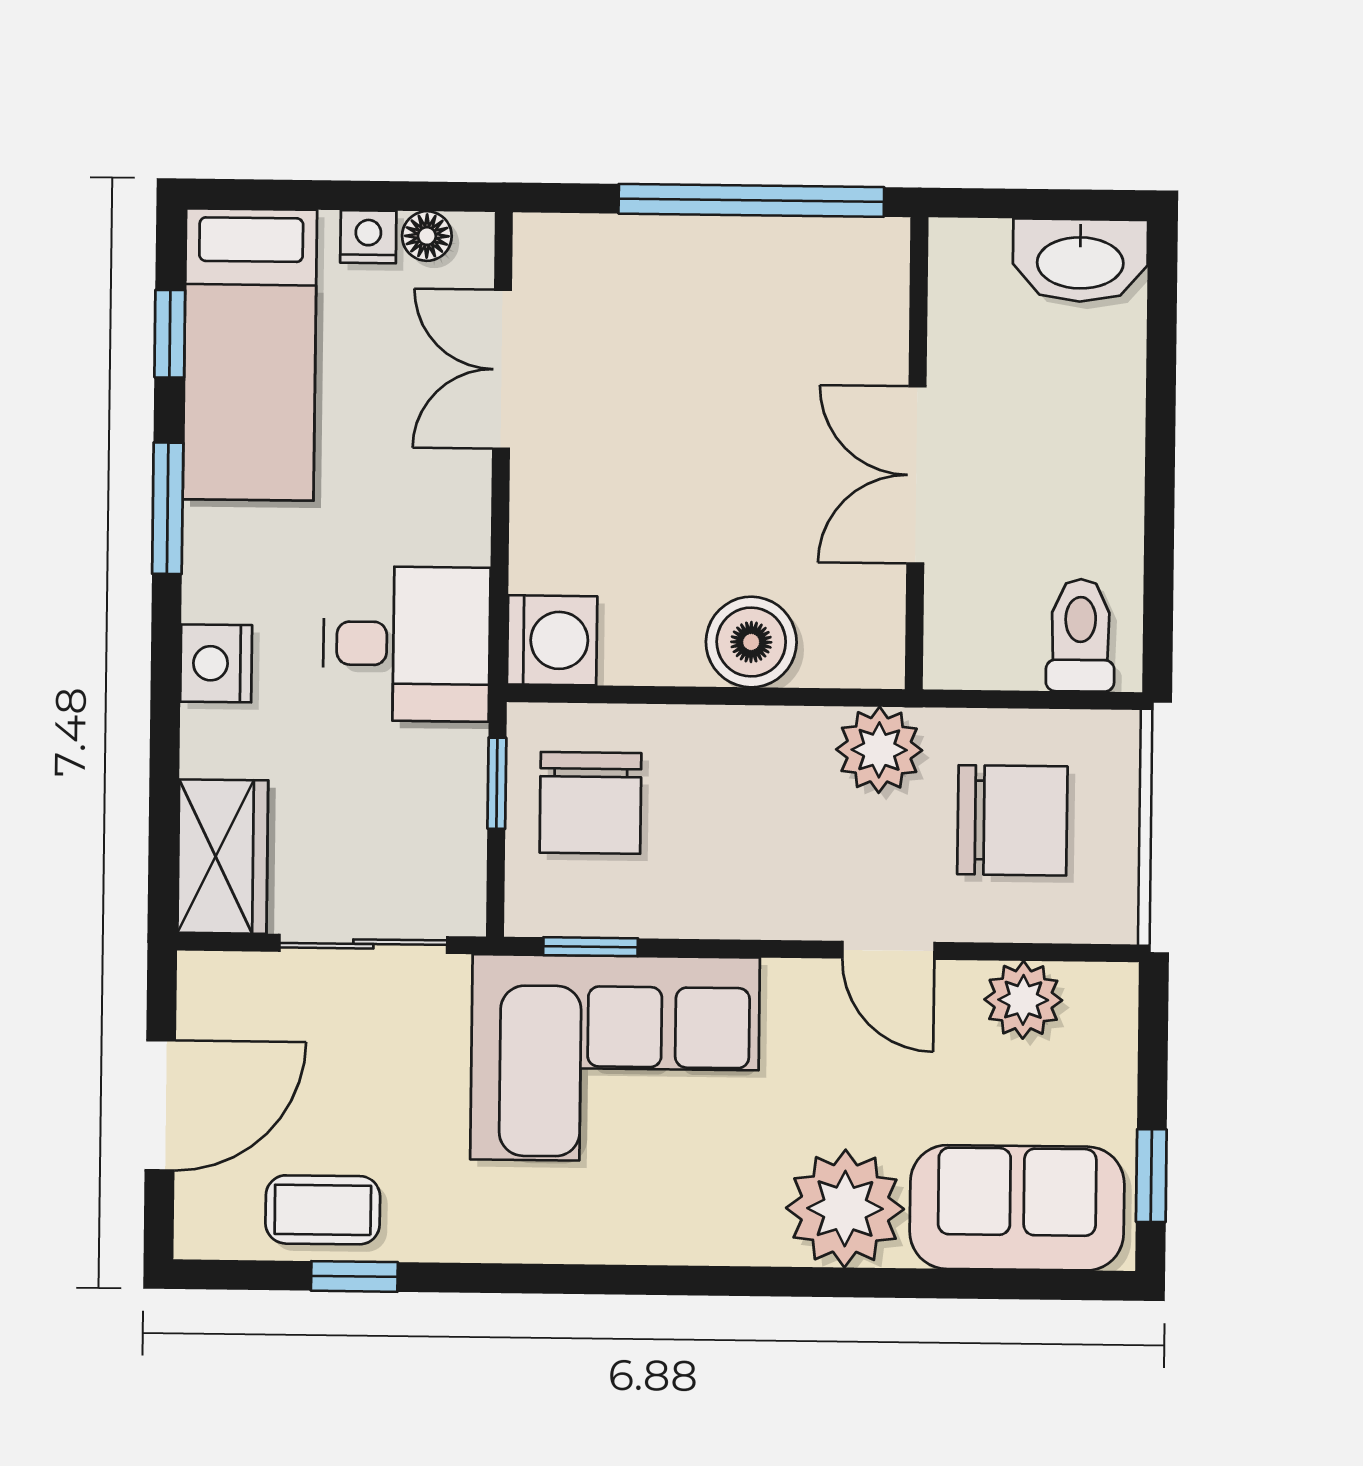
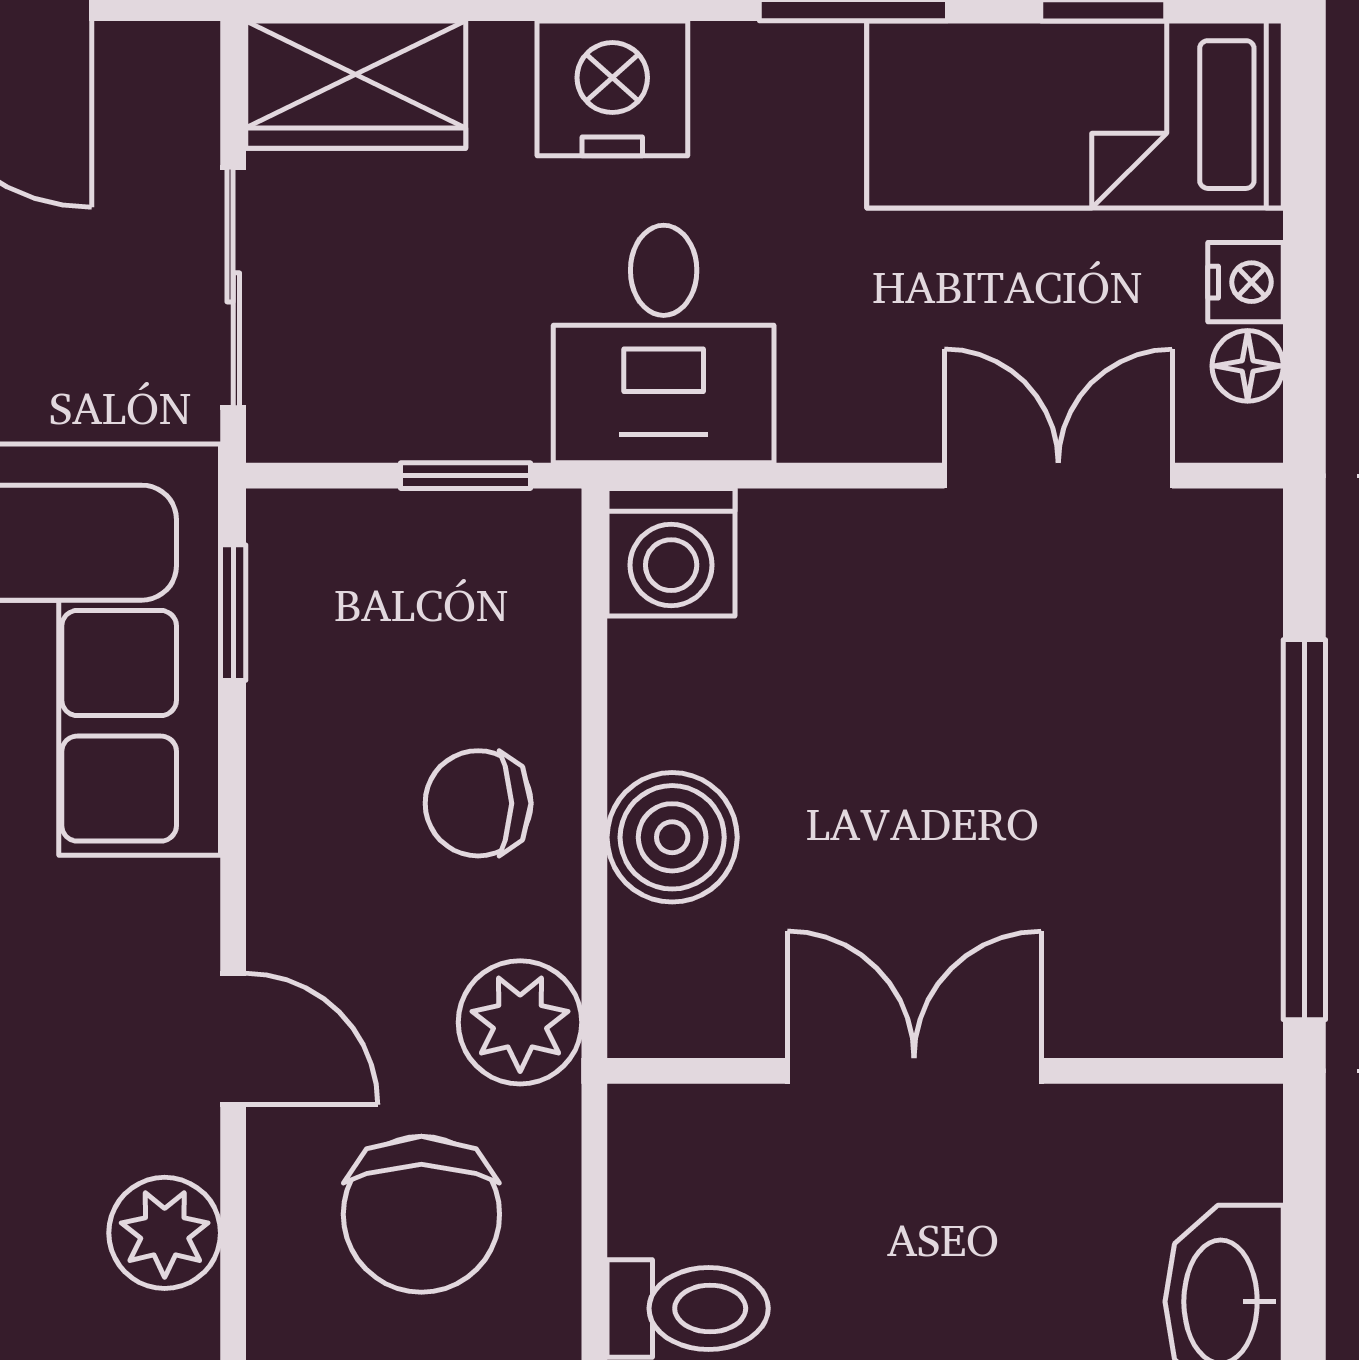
nightstand: (216, 663) -> (612, 88), width x1.36, depth x1.33
chair: (590, 803) -> (478, 803), moved, width x0.73, depth x0.73
door: (888, 950) -> (233, 1039), swing flipped

